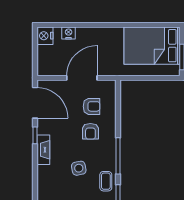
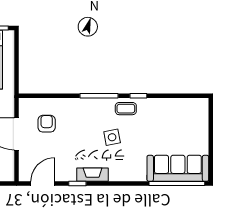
door: (35, 103) -> (43, 184), width x0.73
armchair: (90, 131) -> (73, 125), removed

